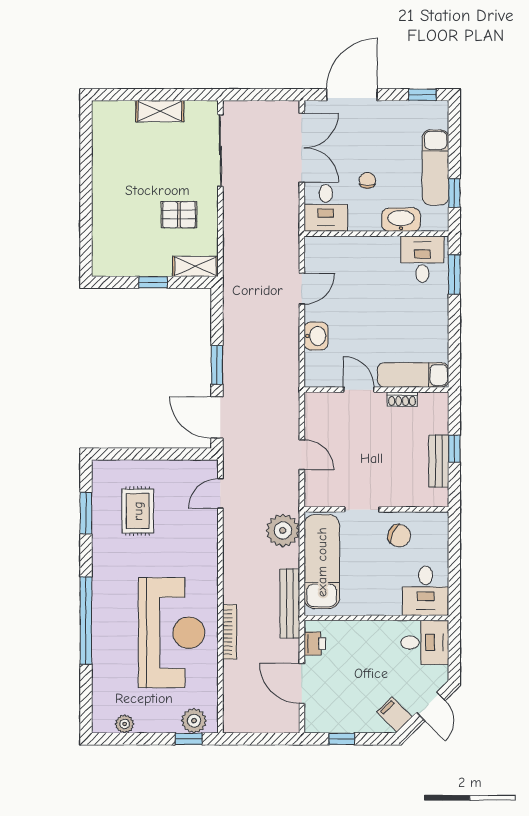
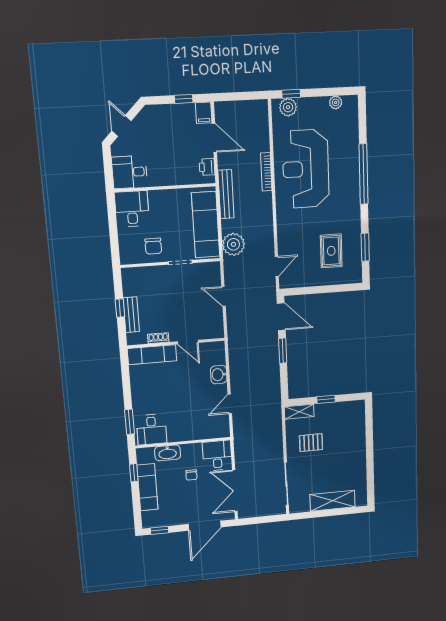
shelving: (160, 111) -> (332, 501), width x1.50, depth x1.33
bench: (439, 461) -> (131, 315), moved
chair: (399, 536) -> (153, 246), turned -115
filing cabinet: (394, 714) -> (204, 113), moved, turned 45

